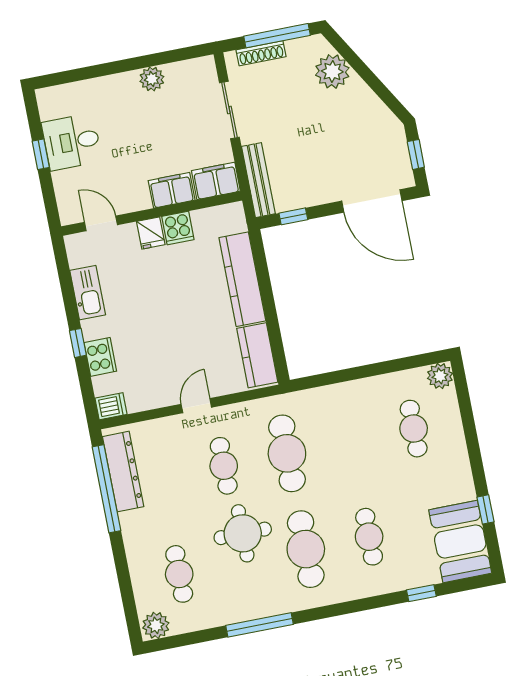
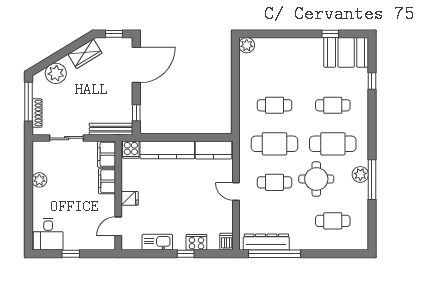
wardrobe: (374, 113) -> (85, 54), added
desk: (72, 142) -> (48, 234), moved
cooker: (178, 228) -> (131, 150), moved, turned 90
cafe table: (414, 429) -> (274, 105), moved
plant: (156, 625) -> (360, 174), moved

